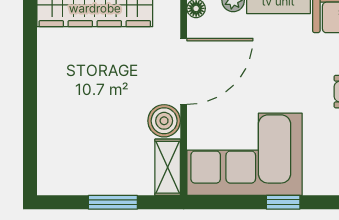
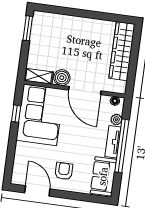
window: (113, 202) -> (28, 28), moved
window: (283, 202) -> (16, 114), moved

